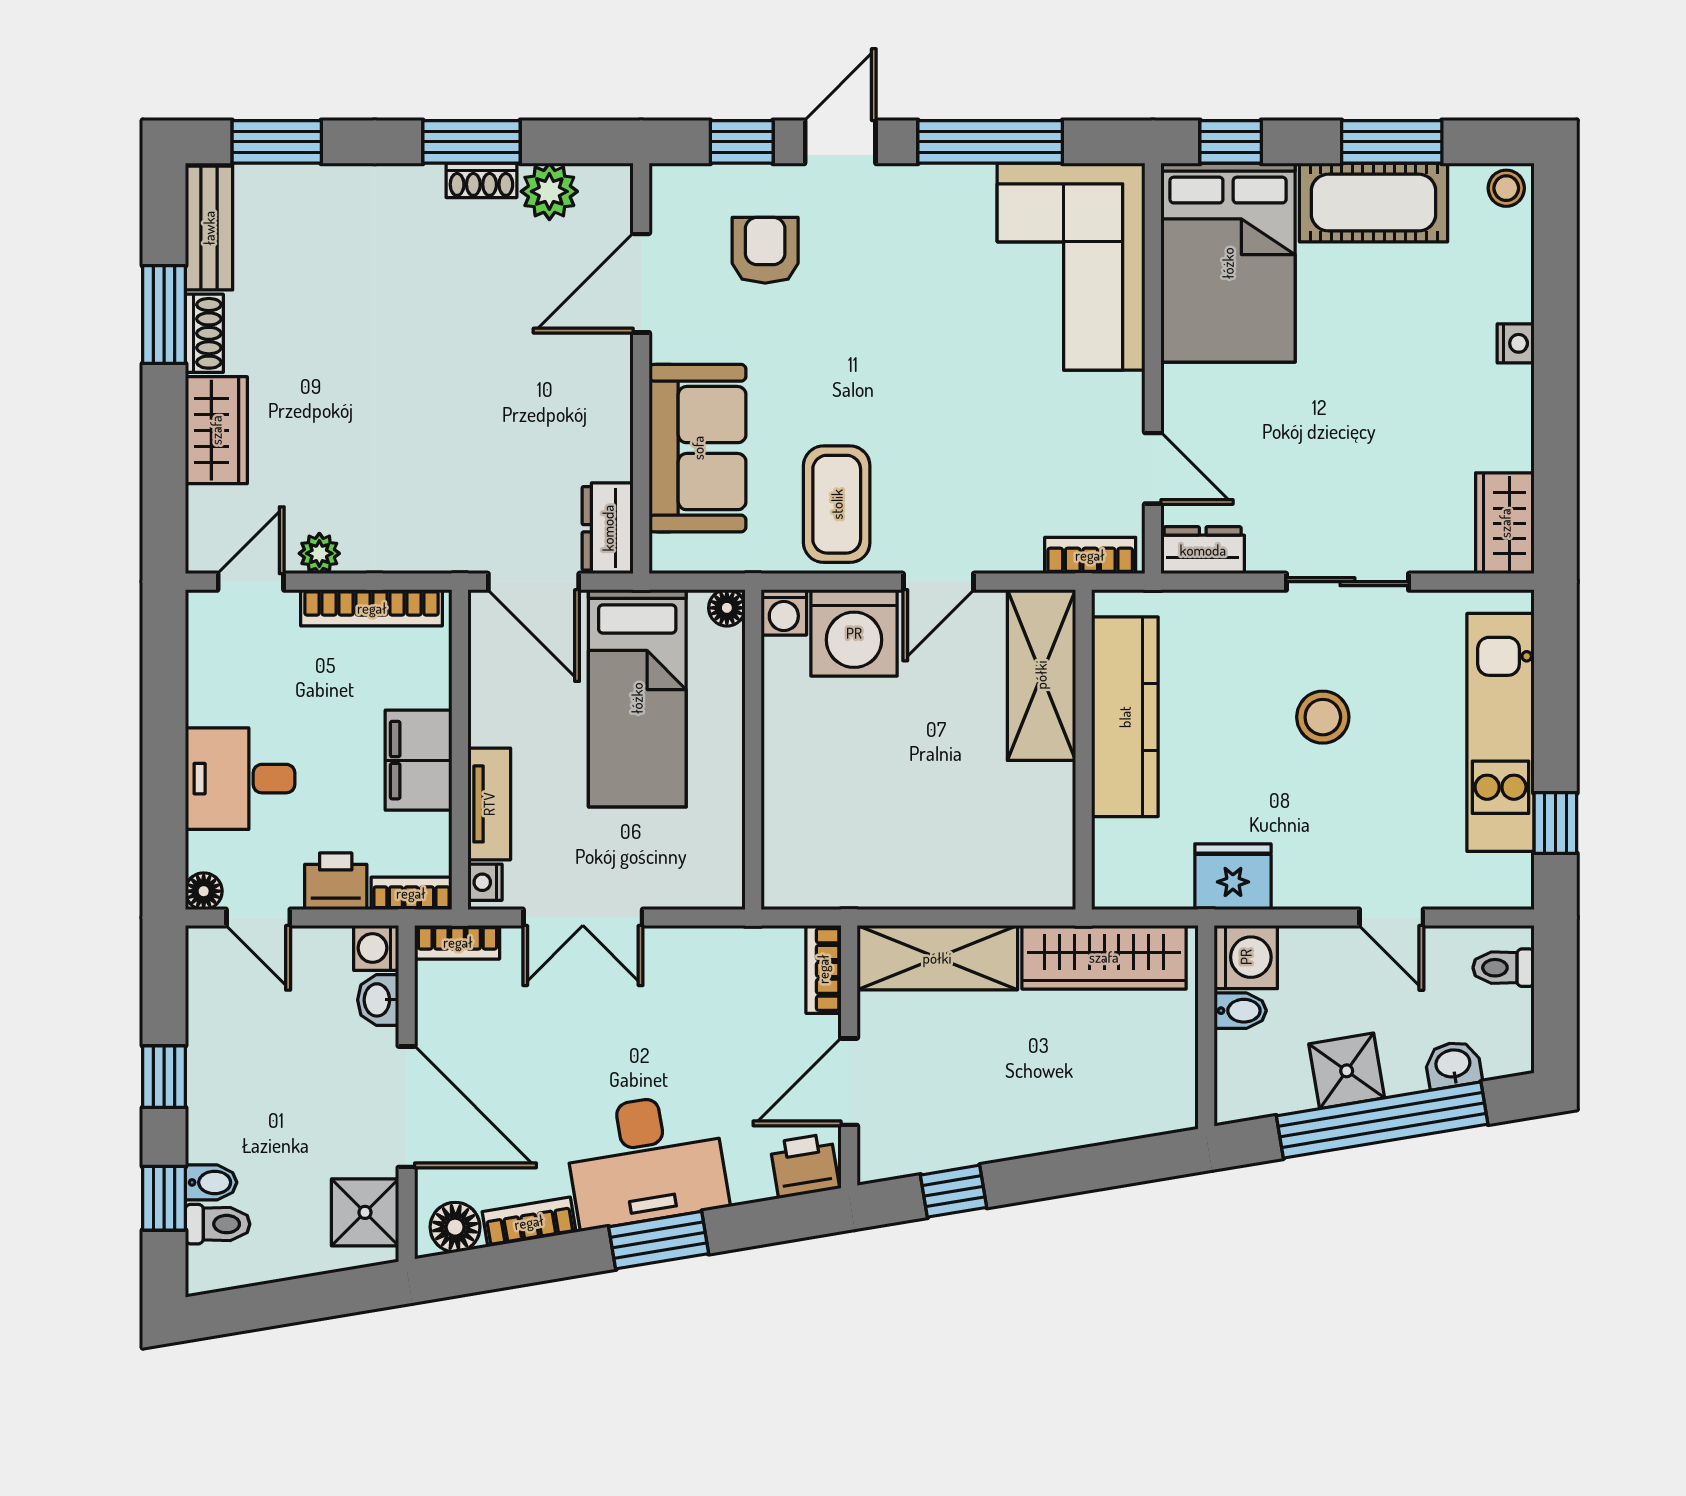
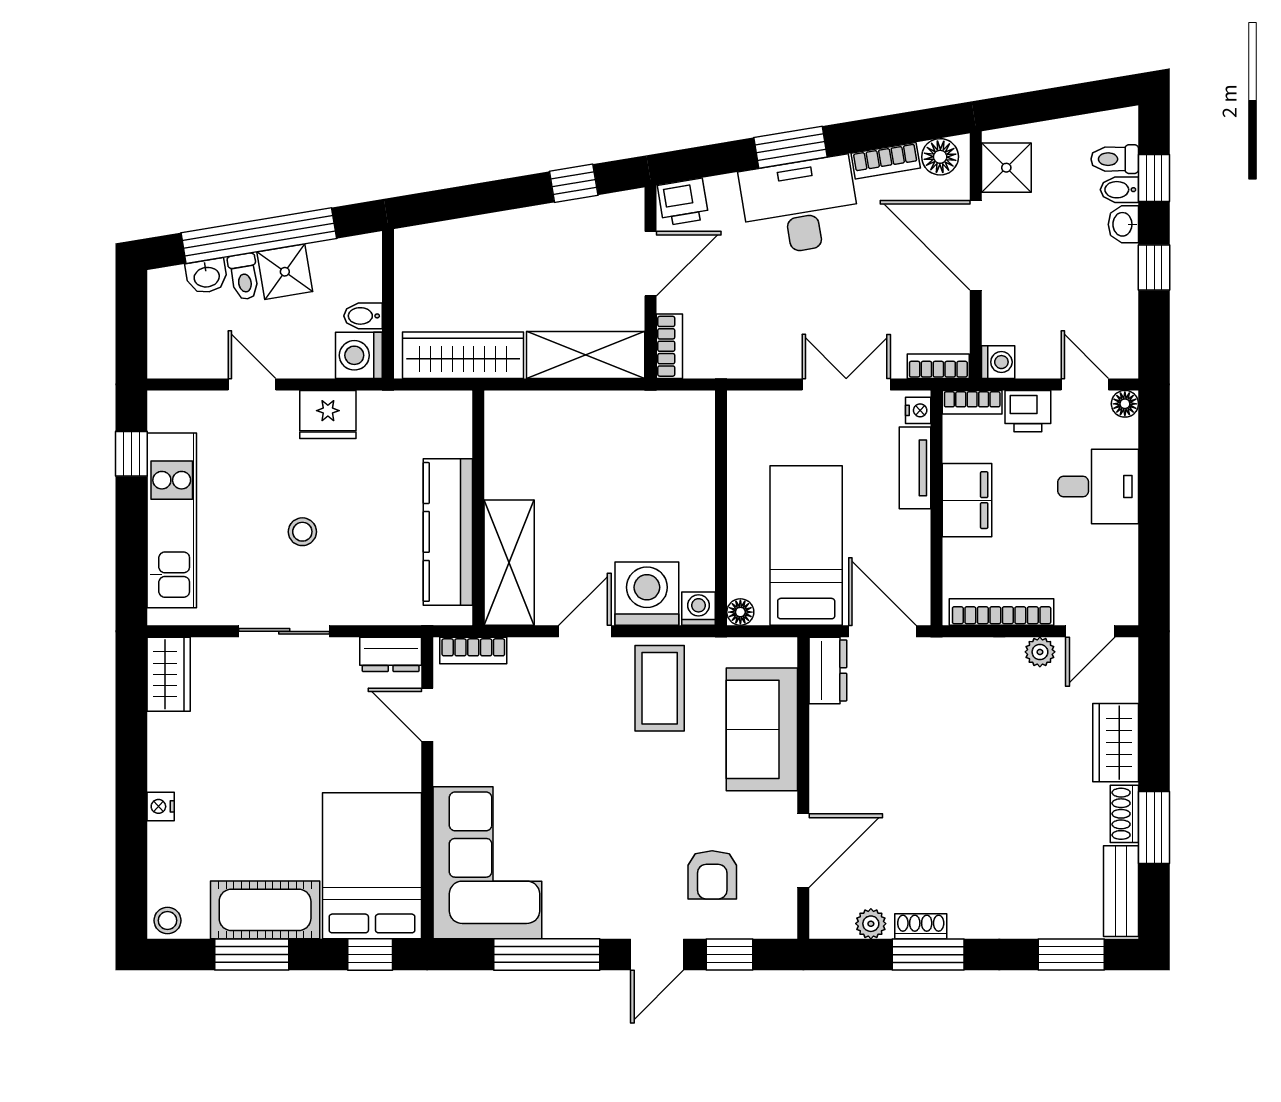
plant: (549, 191) -> (871, 924), width x0.73, depth x0.73
stool: (1323, 717) -> (302, 532), width x0.73, depth x0.73
fridge: (1233, 877) -> (328, 414), moved
toilet: (1504, 968) -> (244, 277), moved, turned 81
washbasin: (378, 1000) -> (1123, 224), moved, turned 180

